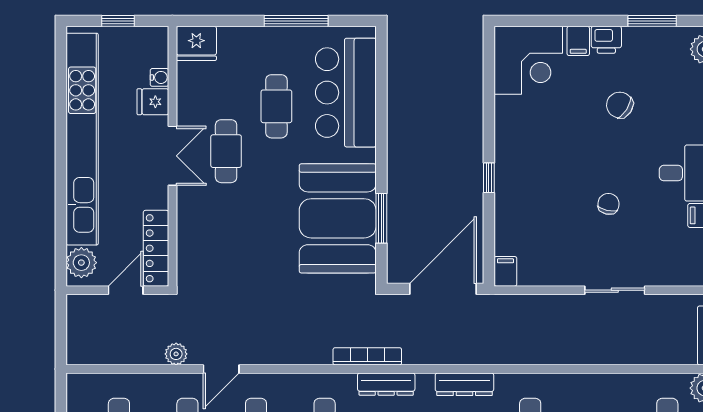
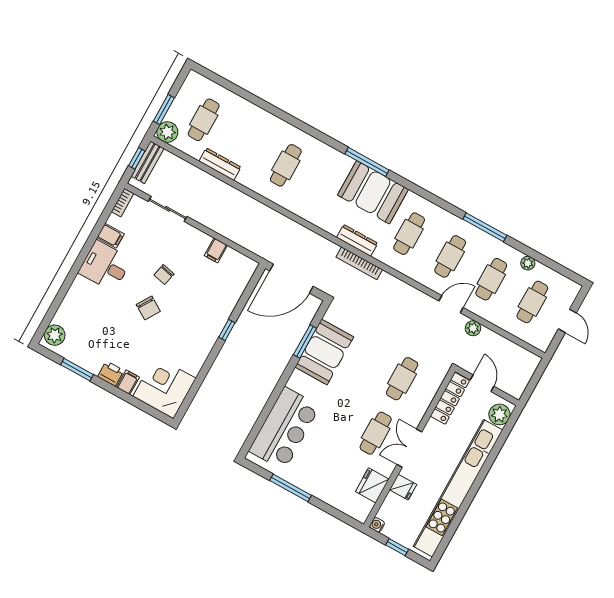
fridge: (196, 43) -> (372, 485), moved, turned -90
water cooler: (159, 77) -> (377, 525), moved
chair: (620, 105) -> (148, 308), moved
cafe table: (276, 106) -> (402, 379), moved
booth: (338, 218) -> (324, 352), width x0.73, depth x0.70
filing cabinet: (505, 271) -> (216, 250), moved
door: (126, 290) -> (482, 383), swing flipped
sliding door: (615, 290) -> (168, 209), moved
dresser: (464, 384) -> (220, 164), moved

